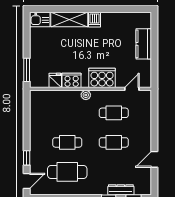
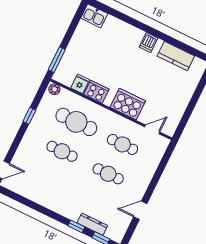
shelving: (69, 20) -> (124, 30), removed
kitchen counter: (144, 44) -> (176, 56), moved, turned -90
plant: (86, 95) -> (54, 89), moved
window: (27, 158) -> (29, 116), moved
cafe table: (67, 172) -> (76, 122), moved

